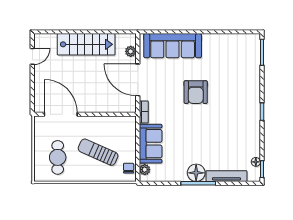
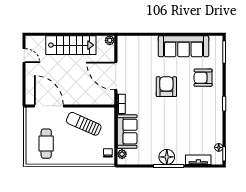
sofa: (173, 46) -> (183, 46), moved
plant: (131, 51) -> (110, 40), moved
door: (32, 56) -> (24, 56), hinge flipped
armchair: (238, 82) -> (203, 78), added
armchair: (196, 92) -> (166, 87), turned 180
sun lounger: (98, 152) -> (84, 124), moved
tv unit: (226, 176) -> (198, 160), width x0.71

